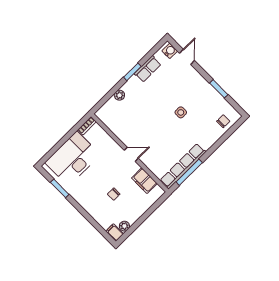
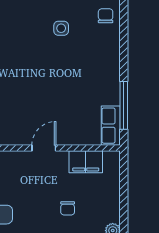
side table: (181, 112) -> (61, 28), moved
row of seats: (183, 166) -> (111, 126), width x0.50

